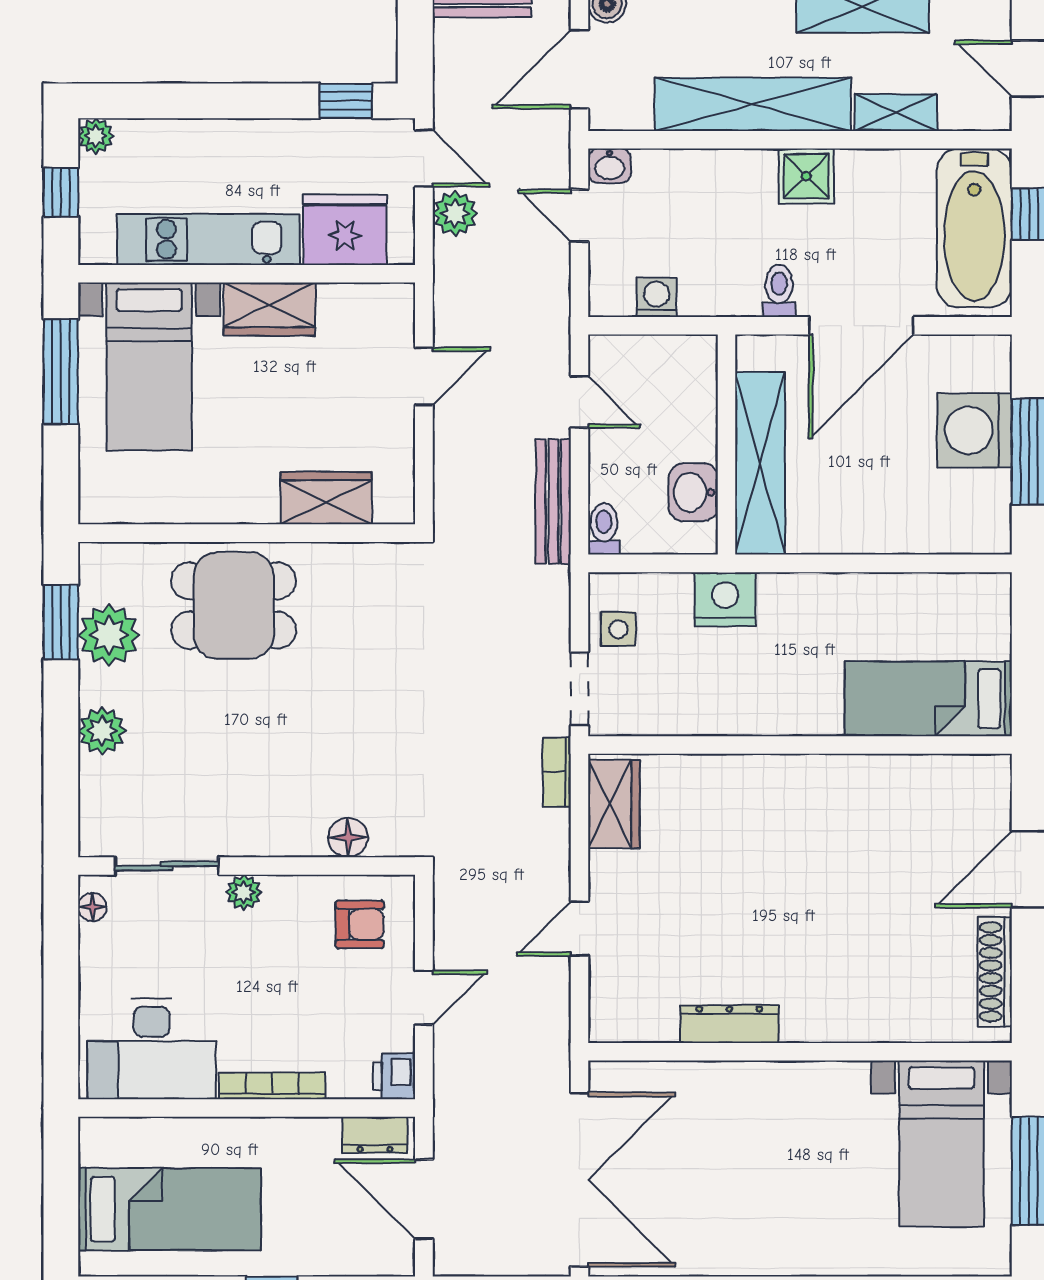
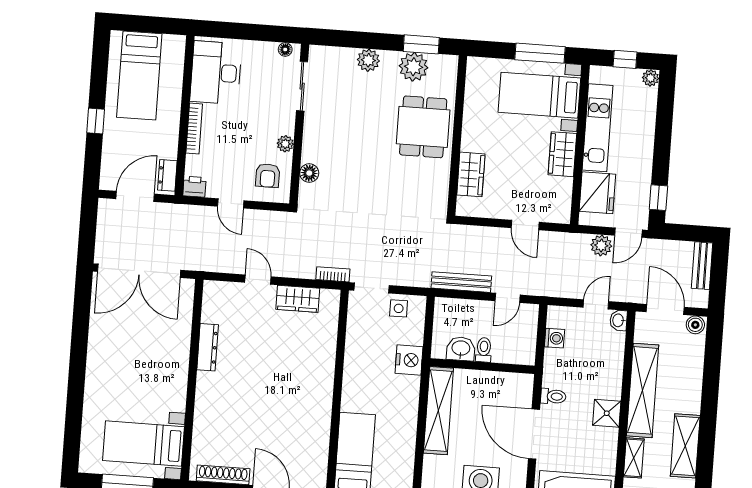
shelving: (760, 463) -> (438, 411), moved, turned 90
toilet: (604, 529) -> (484, 350), moved, turned -90
wardrobe: (614, 804) -> (298, 299), moved
plant: (244, 892) -> (285, 144), moved

